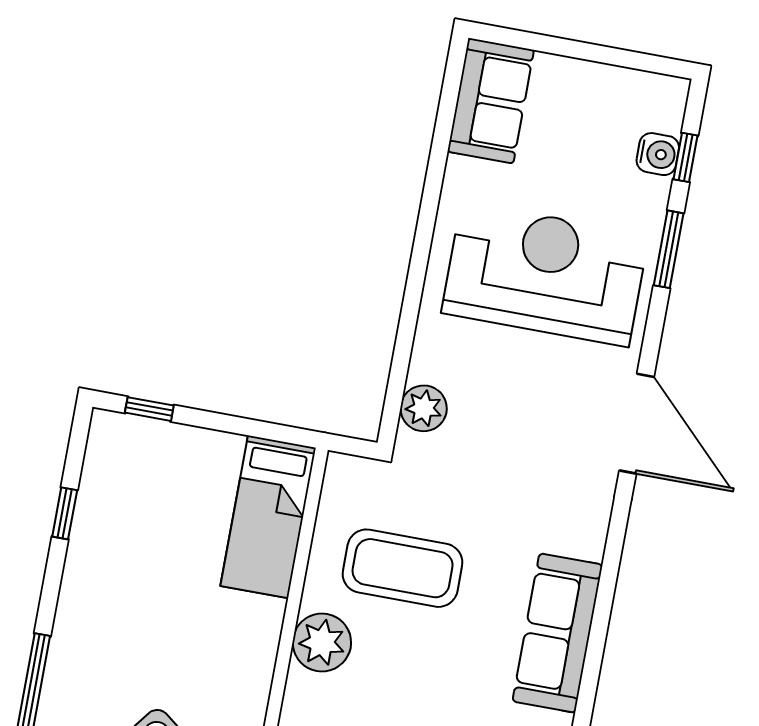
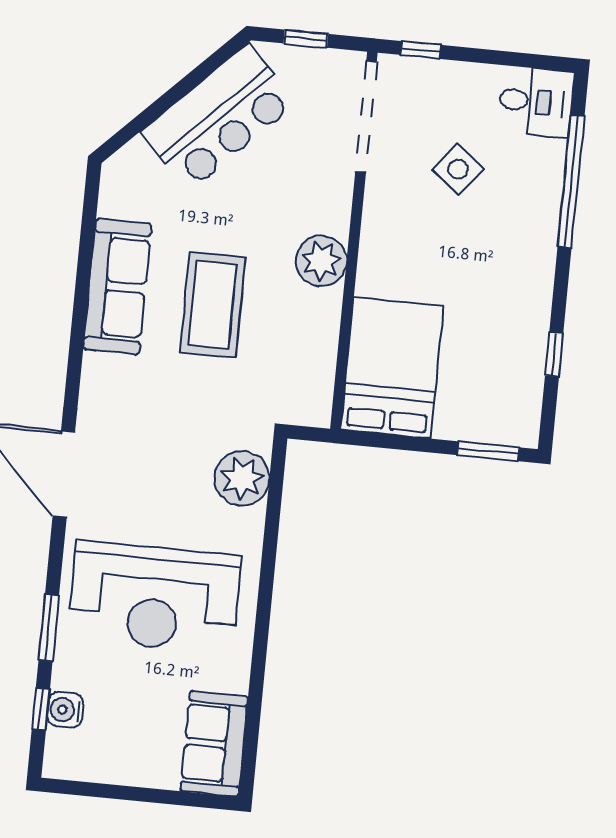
plant: (424, 408) -> (242, 478), width x1.36, depth x1.36
window: (149, 409) -> (488, 451), width x1.50
bed: (268, 517) -> (392, 368), width x1.50
coffee table: (403, 568) -> (213, 305), moved, turned 90

